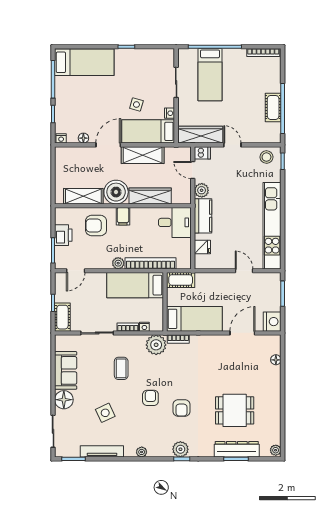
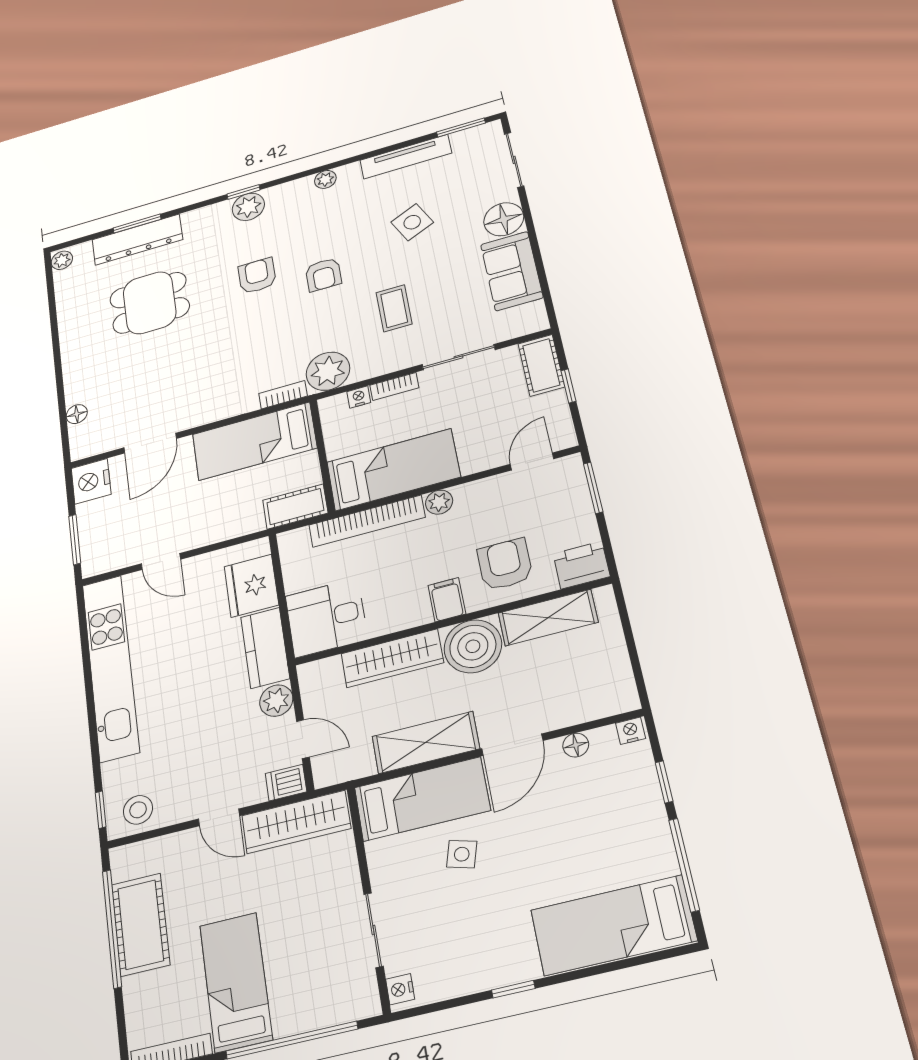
bed: (210, 75) -> (236, 982), moved
cot: (273, 107) -> (141, 924), width x1.37, depth x1.34
nightstand: (169, 113) -> (400, 989), moved
armchair: (96, 226) -> (505, 564), turned -90
printer: (63, 235) -> (581, 565), moved, turned 90
fridge: (202, 247) -> (251, 586), width x1.88, depth x1.34

